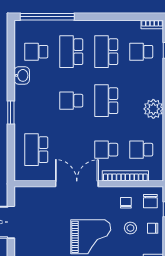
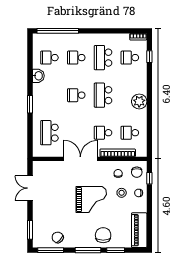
school desk: (71, 52) -> (76, 58), width x0.54

